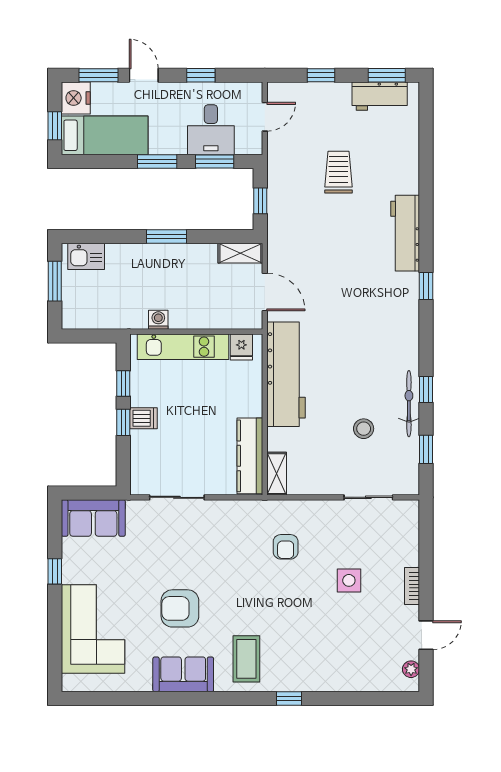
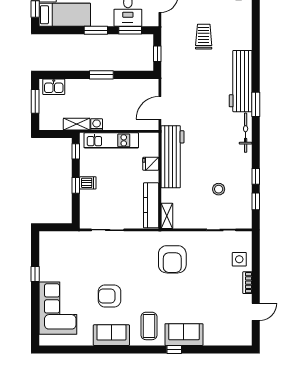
workbench: (405, 233) -> (241, 81), width x1.36, depth x1.32
shelving: (240, 253) -> (77, 124), moved
window: (426, 286) -> (256, 104), width x1.50
door: (265, 292) -> (160, 108), swing flipped
fridge: (241, 347) -> (151, 164), moved, turned 90
window: (123, 383) -> (76, 151), moved
window: (426, 390) -> (256, 176), moved
bicycle: (409, 404) -> (246, 133), moved
sofa: (93, 518) -> (184, 335), moved, turned 180
armchair: (286, 547) -> (172, 259), width x1.88, depth x1.88
side table: (349, 580) -> (239, 259), moved
plant: (411, 669) -> (247, 332), removed

